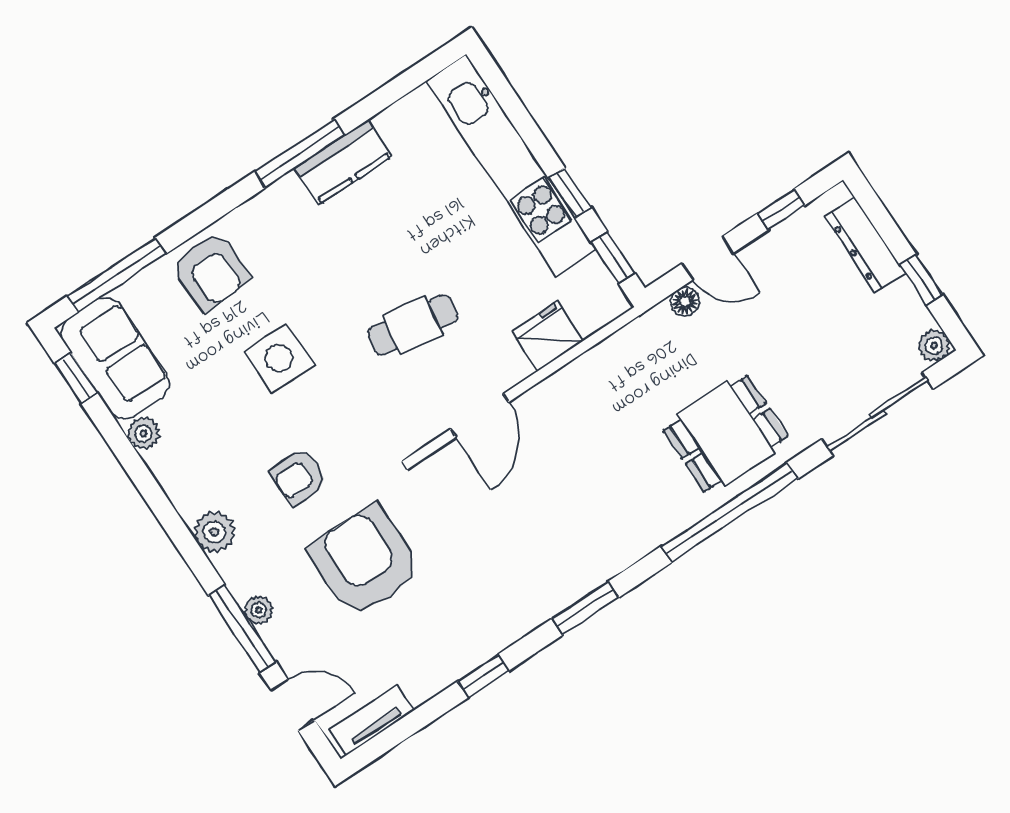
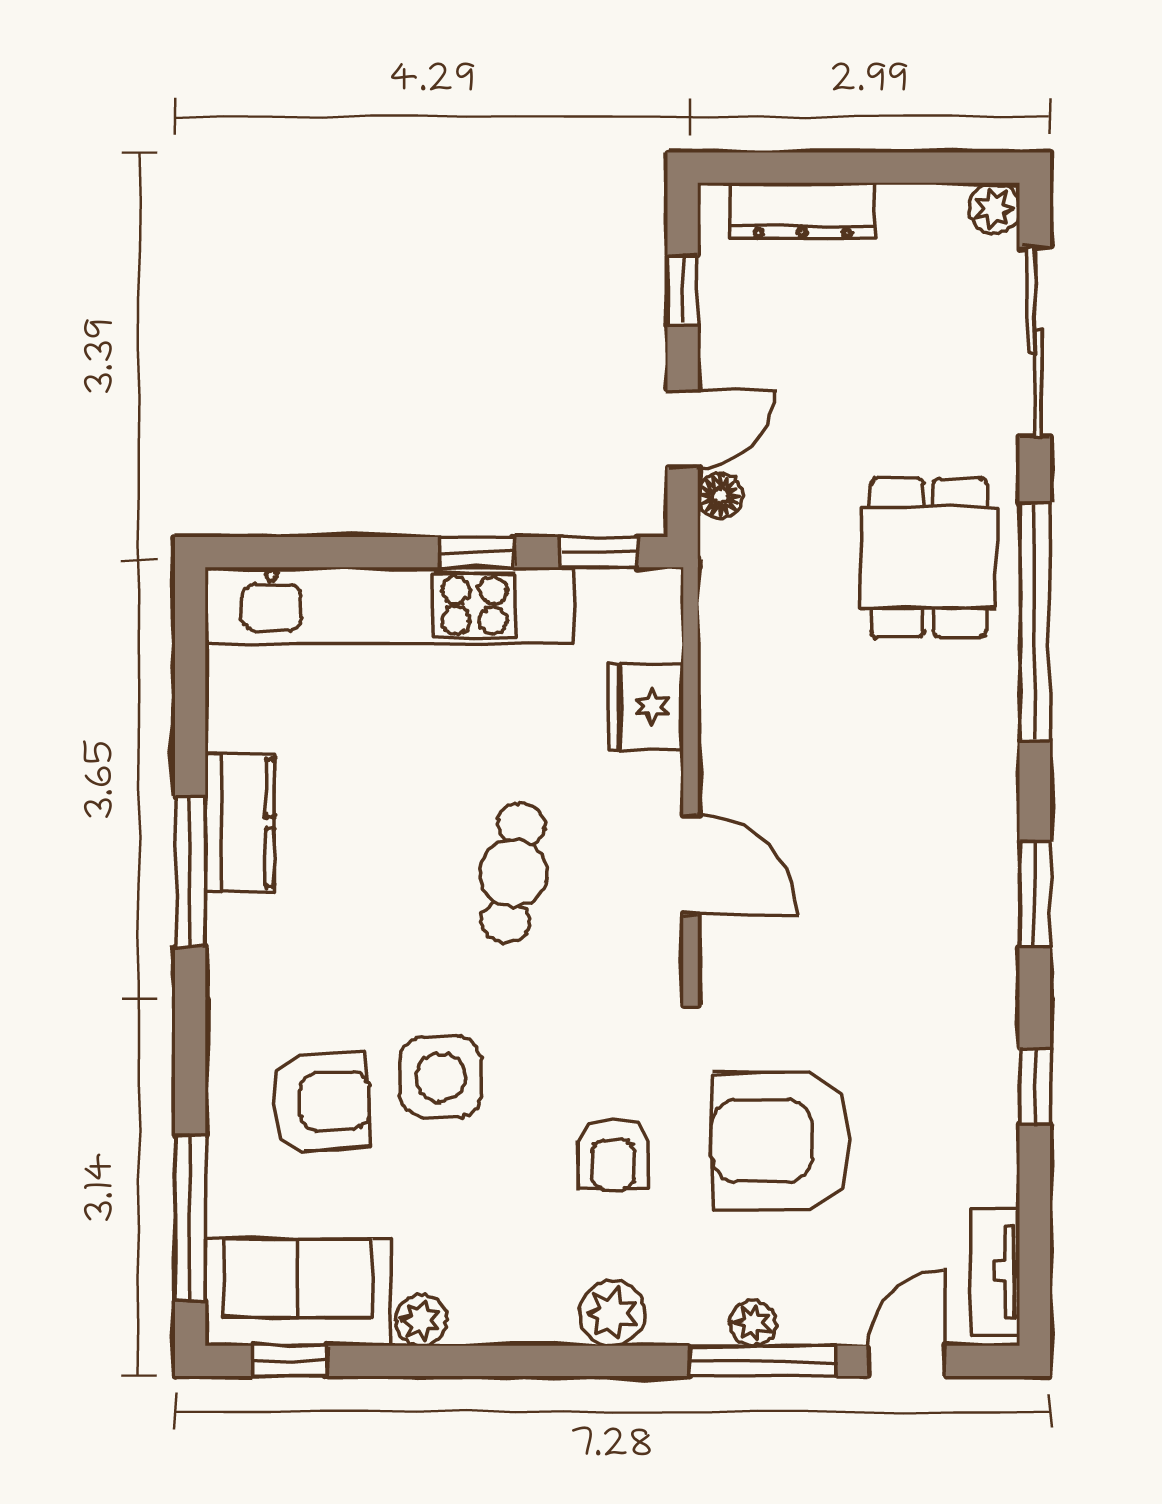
armchair: (211, 271) -> (321, 1102), moved
window: (921, 279) -> (896, 168), removed

